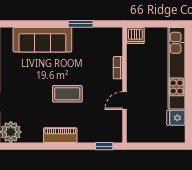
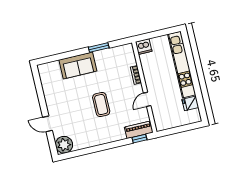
sofa: (42, 40) -> (78, 65), width x0.73
coffee table: (67, 94) -> (101, 105), turned 90
piano: (60, 135) -> (139, 130), moved

